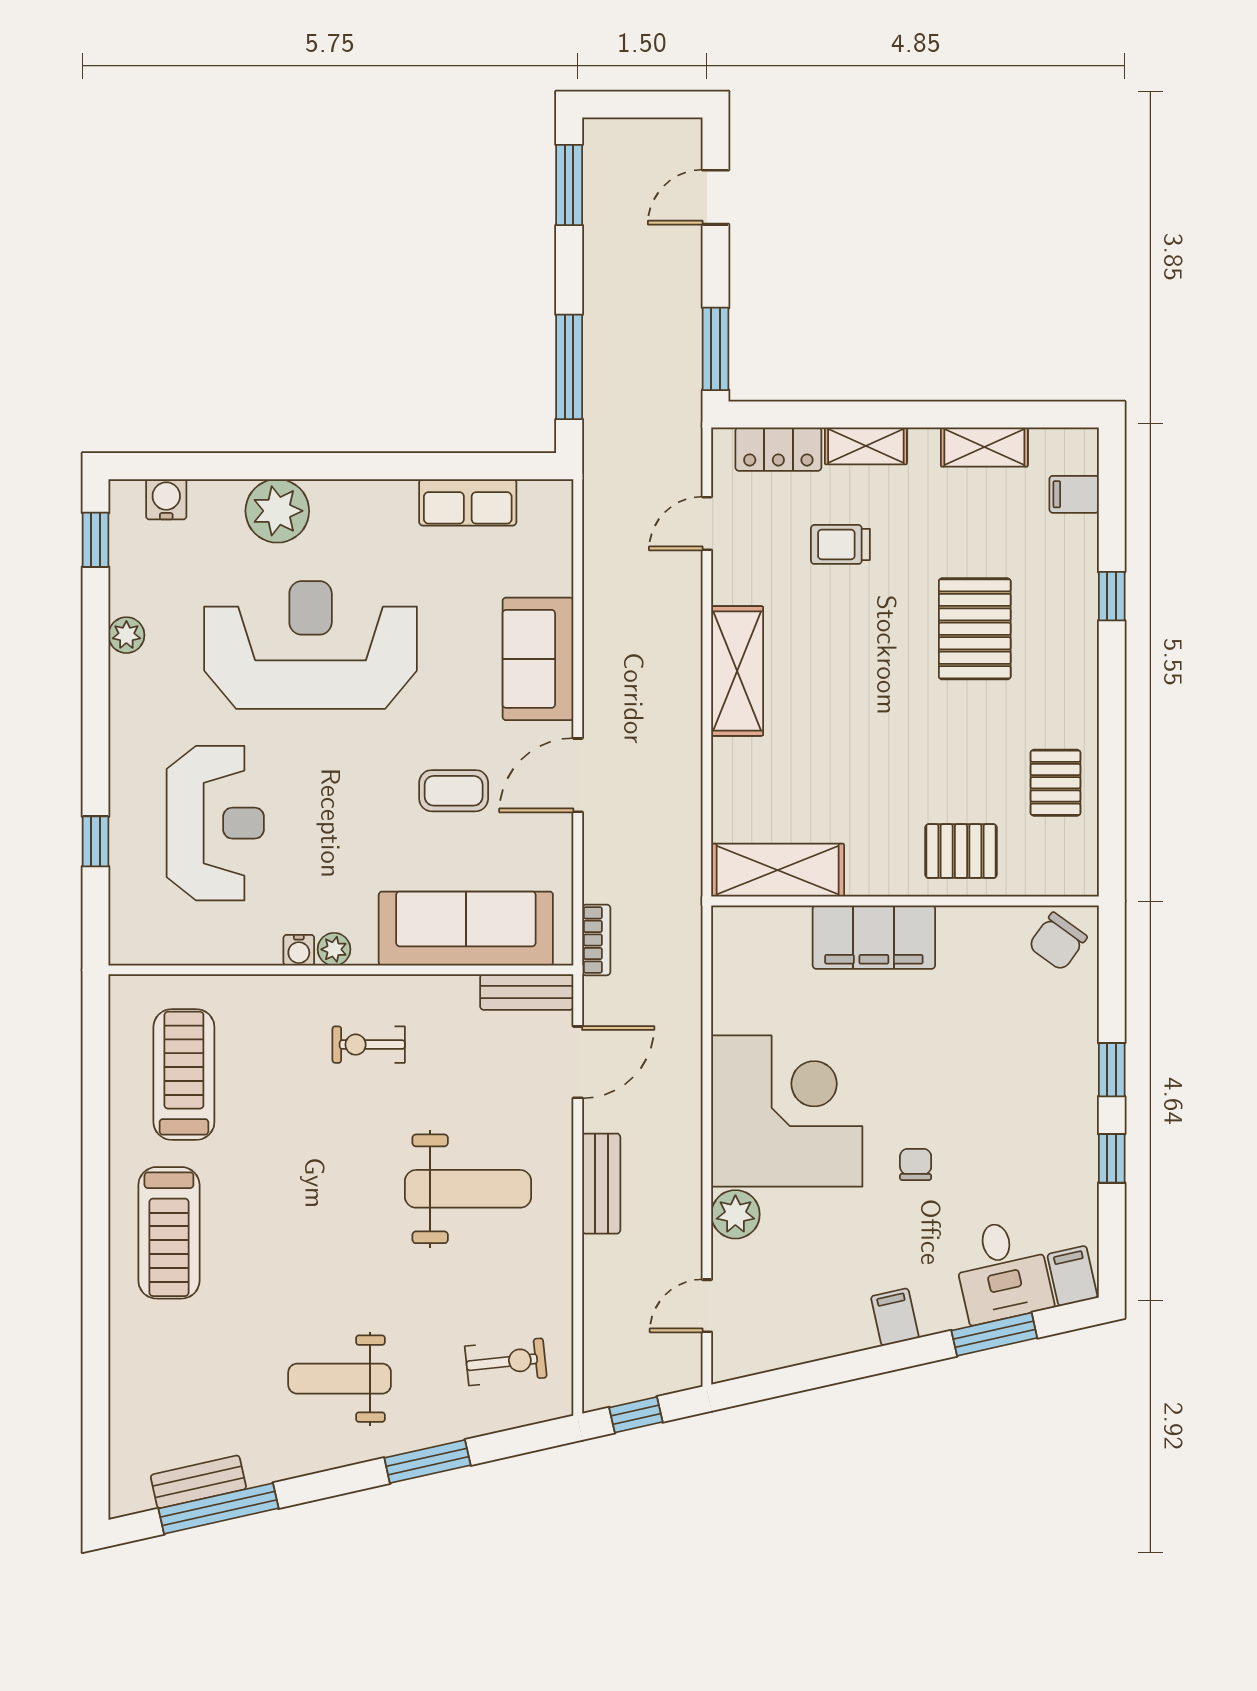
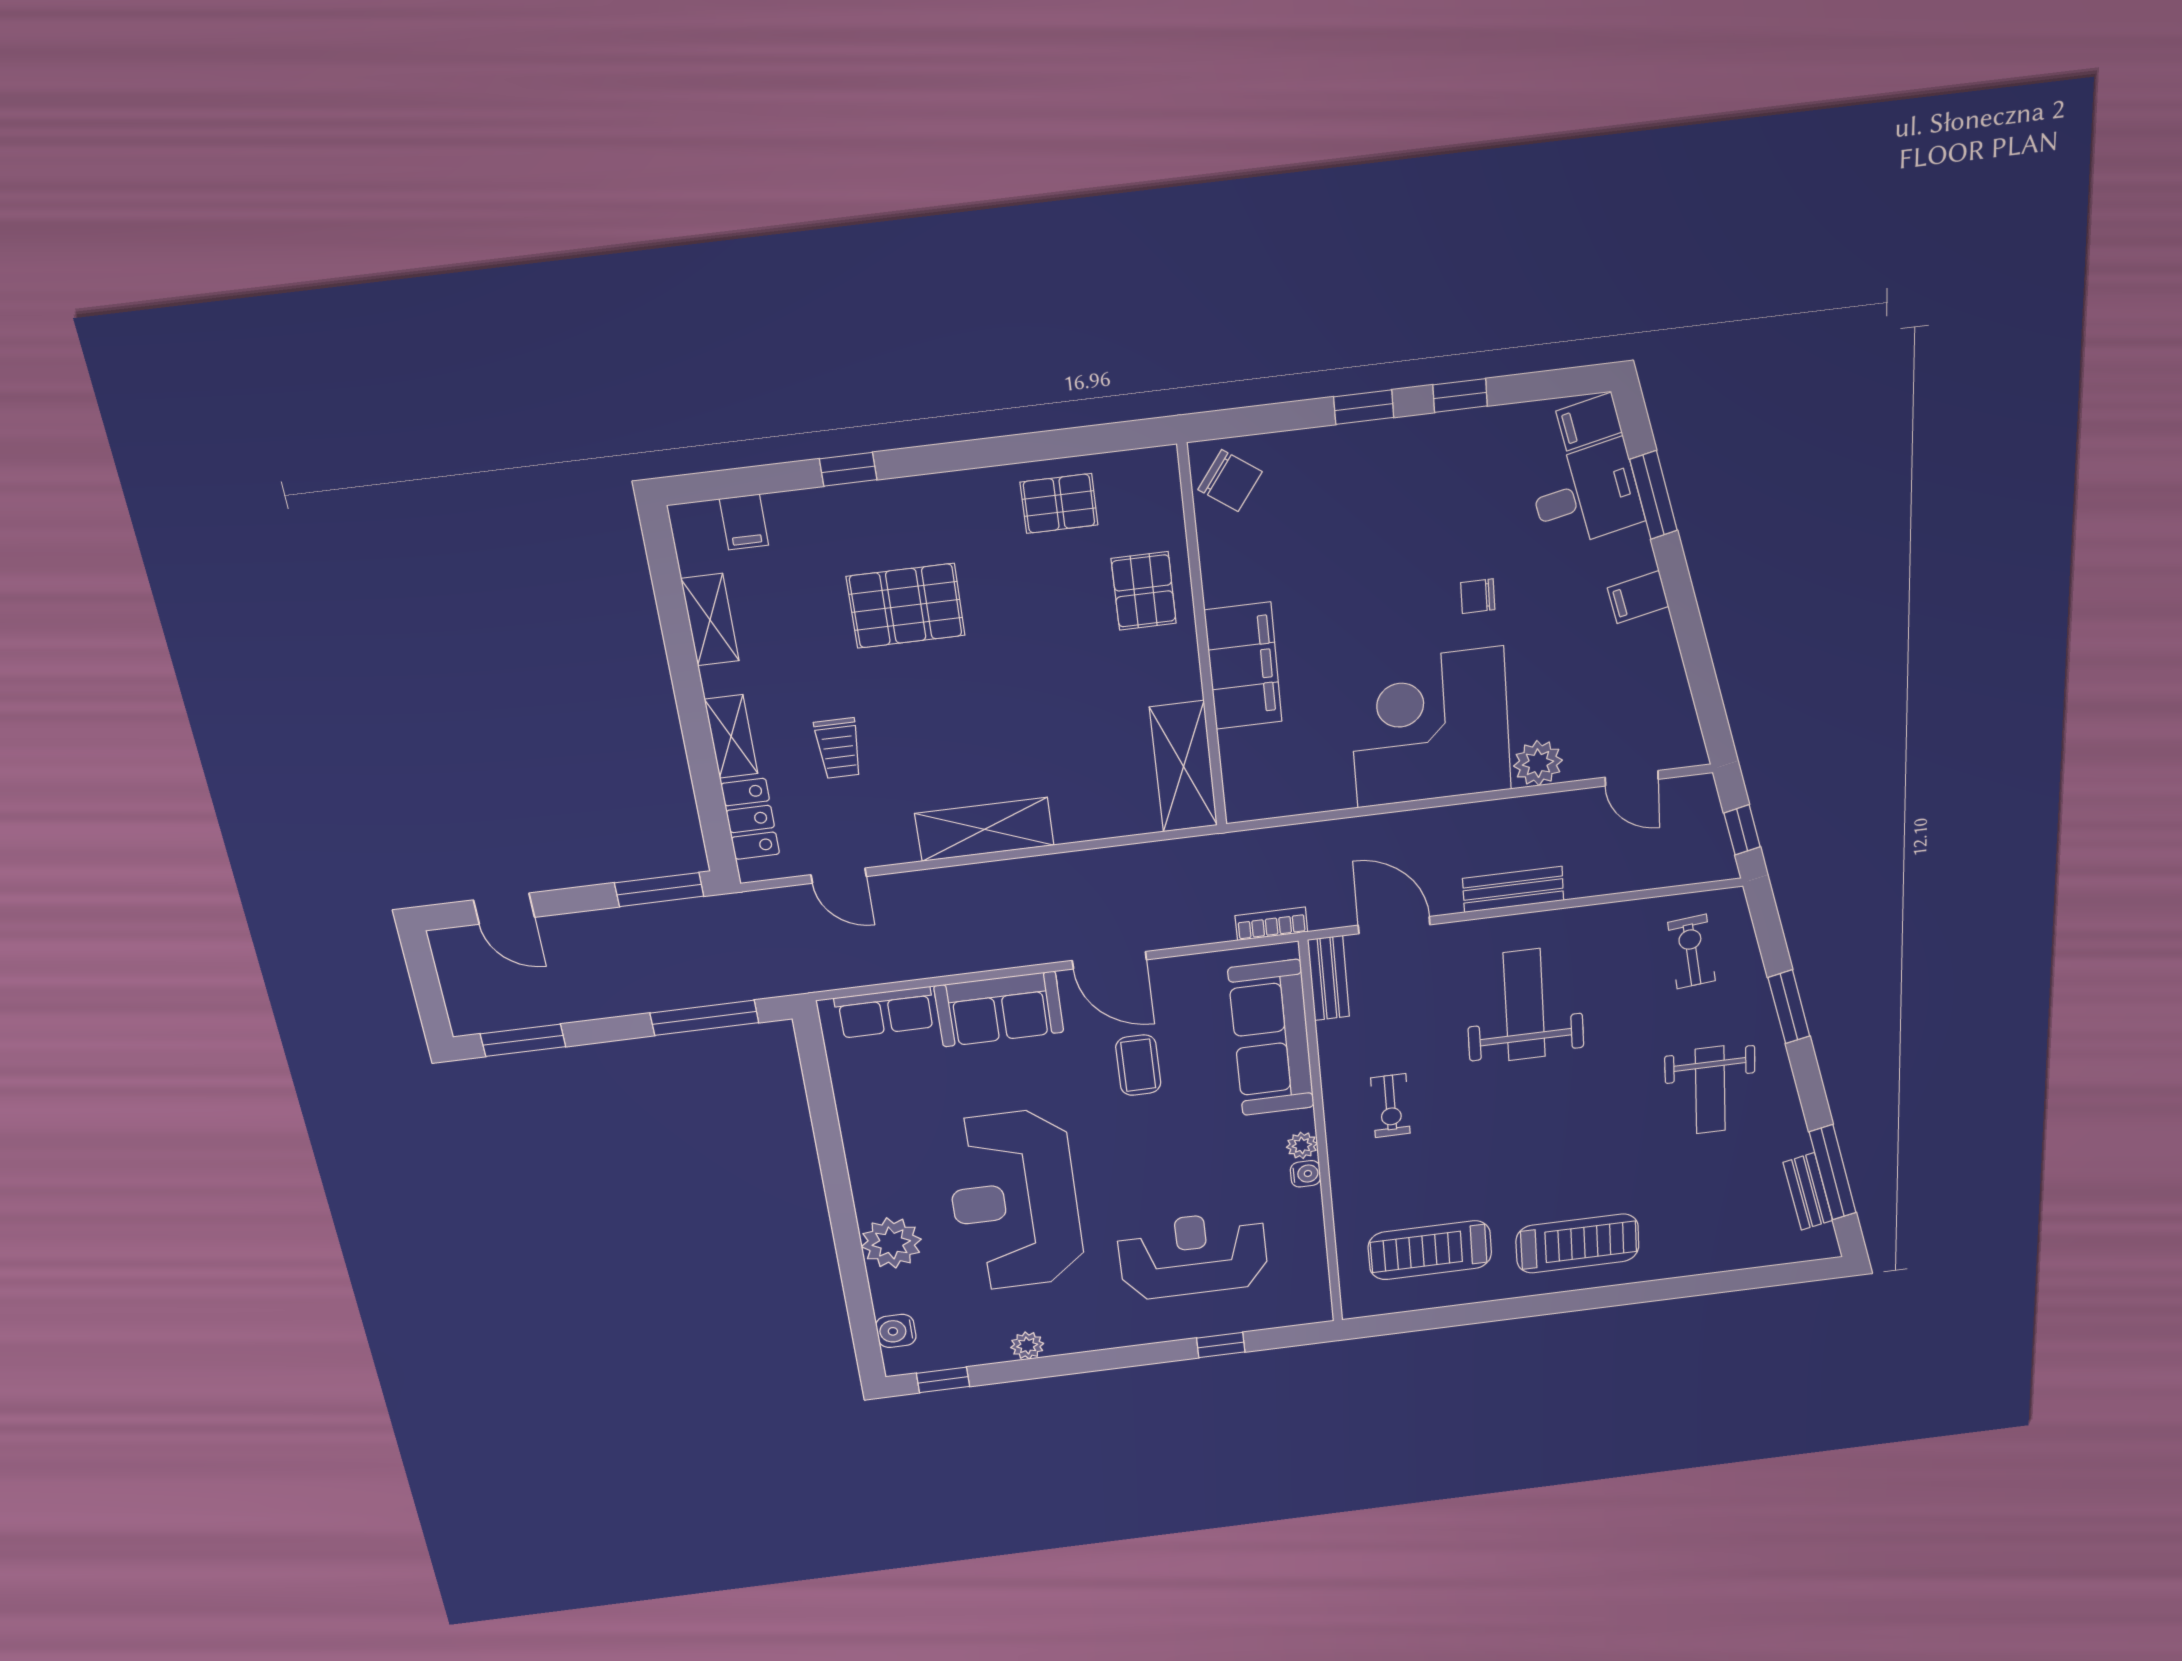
row of seats: (468, 502) -> (885, 1012), moved, turned 90

